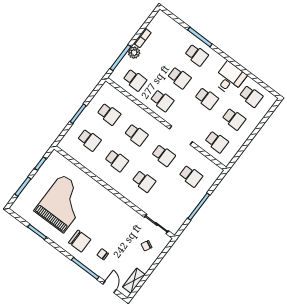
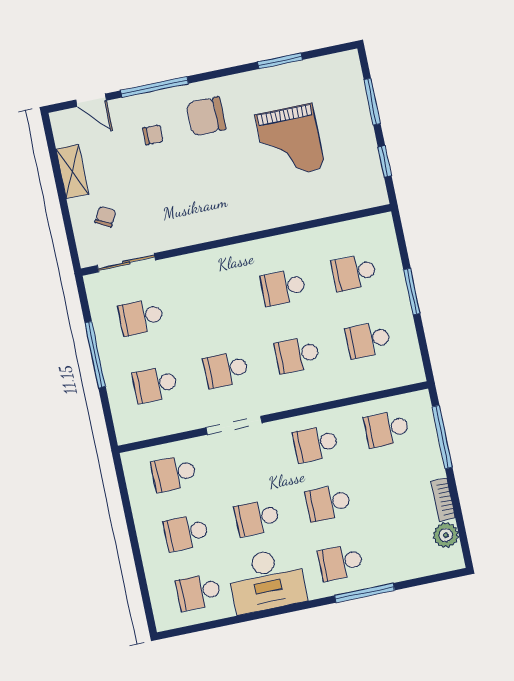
plant: (134, 53) -> (446, 535), moved
desk: (230, 78) -> (267, 580), width x1.37
school desk: (144, 181) -> (141, 317), moved
grand piano: (63, 203) -> (290, 142), width x0.73, depth x0.68
shelving: (134, 281) -> (72, 171), moved

